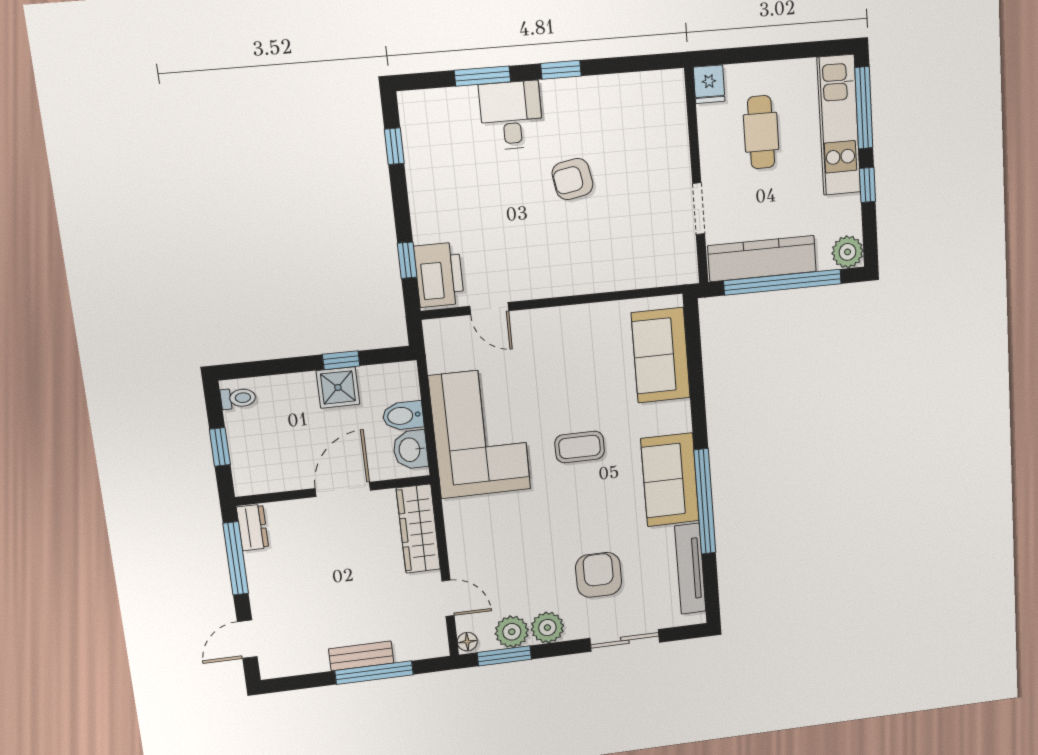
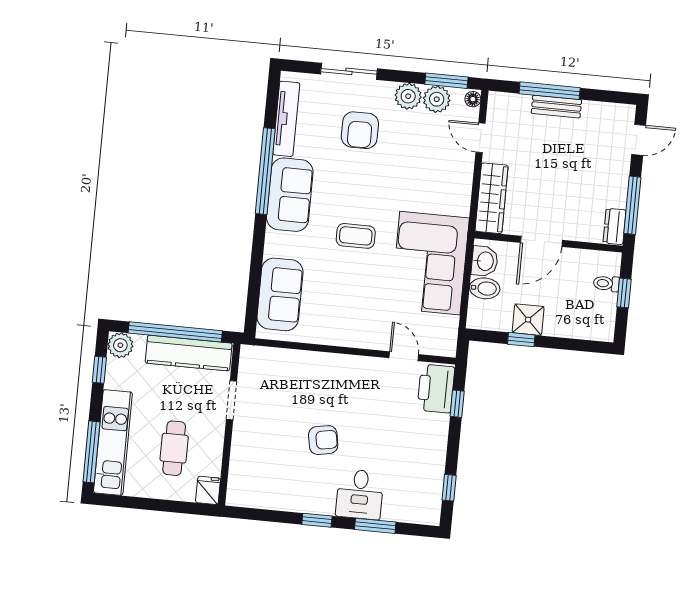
window: (867, 185) -> (99, 370), moved
toilet: (238, 398) -> (606, 284), moved

